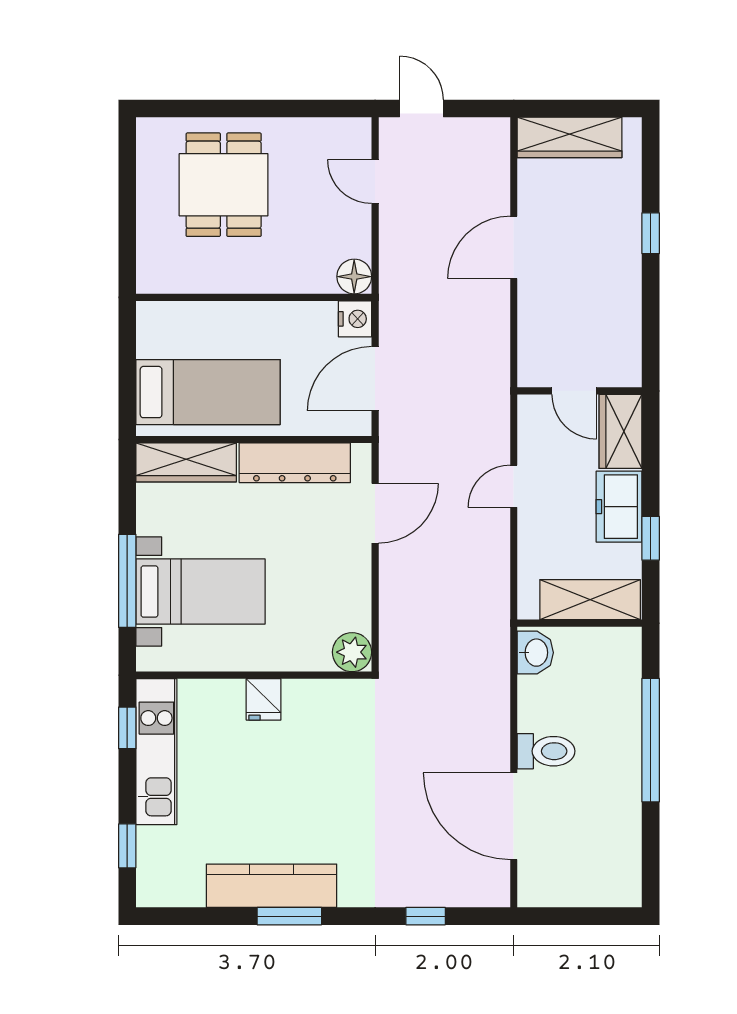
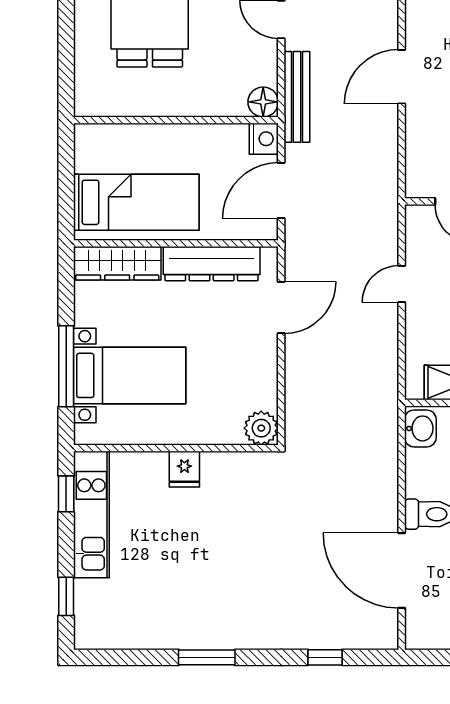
bench: (393, 271) -> (297, 97), added
kitchen counter: (271, 886) -> (191, 631), removed

